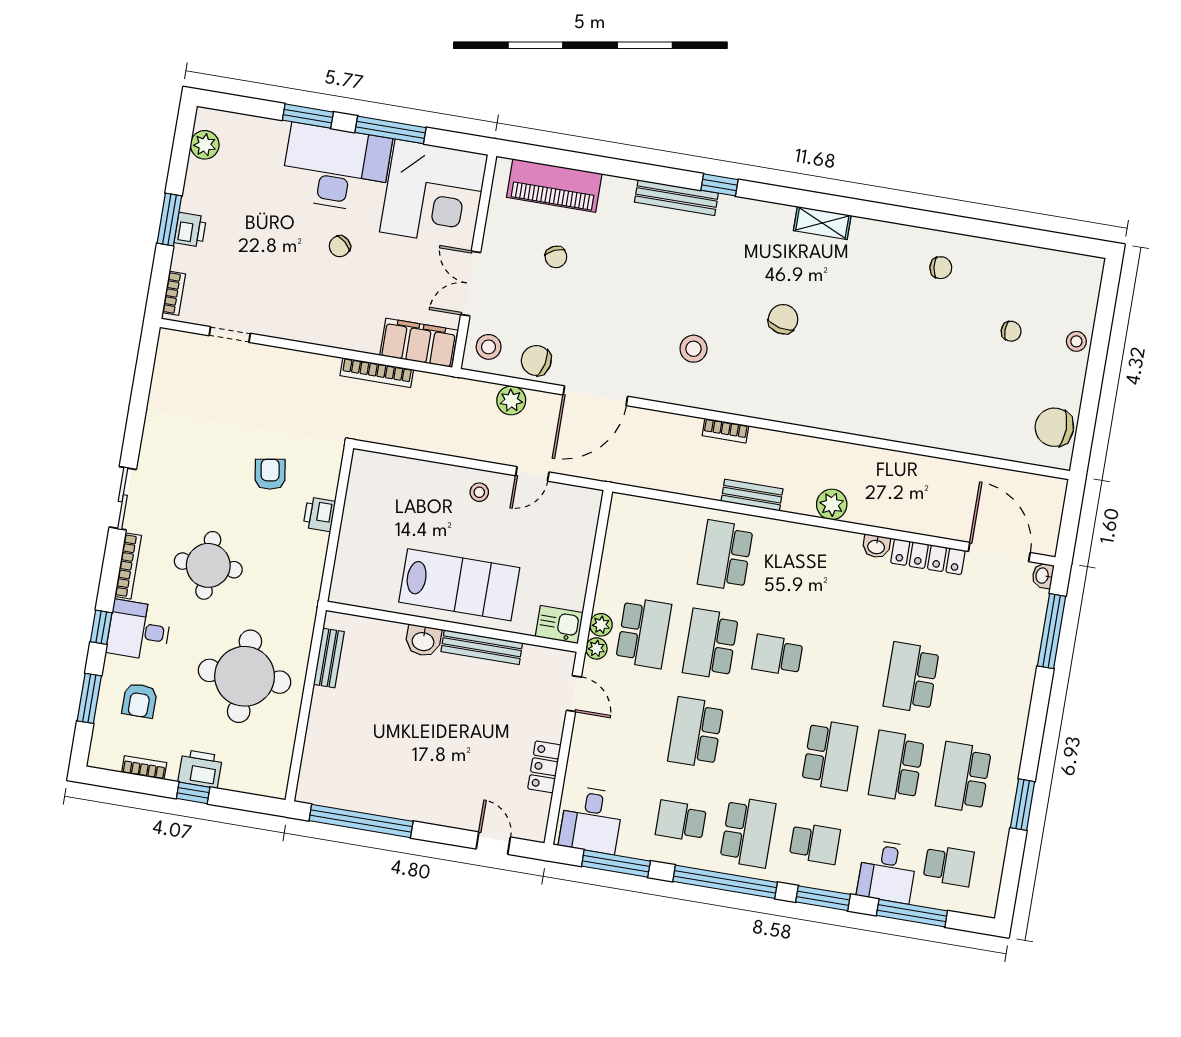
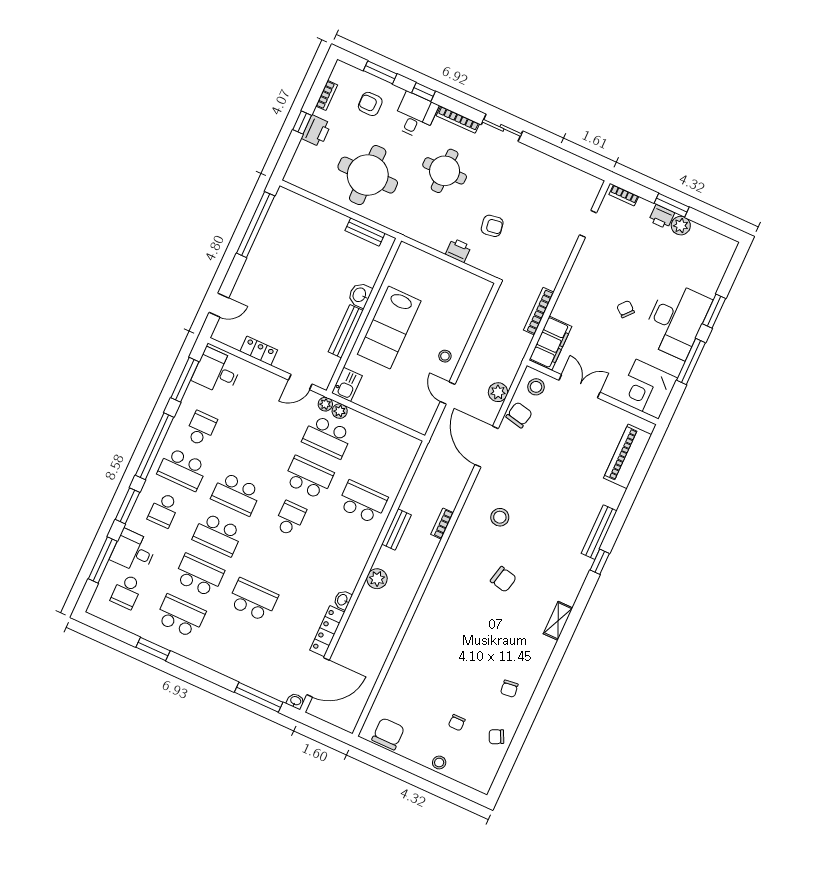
plant: (205, 145) -> (681, 226), moved
corner desk: (434, 193) -> (647, 389), width x0.74, depth x0.74
chair: (556, 257) -> (496, 737), moved
school desk: (696, 732) -> (236, 494), moved, turned 180

